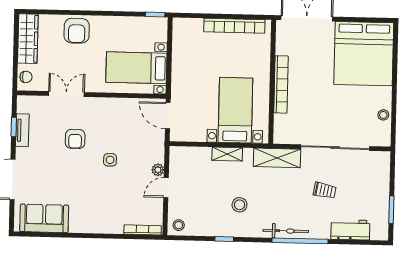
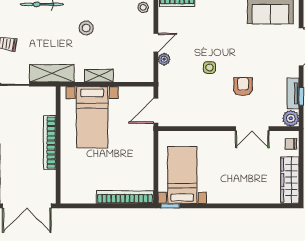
bookcase: (234, 26) -> (125, 197), moved
armchair: (77, 31) -> (244, 189), removed
bed with nightstands: (136, 68) -> (182, 175), moved, turned -90
plant: (25, 104) -> (291, 118), added
door: (168, 116) -> (156, 111), swing flipped

